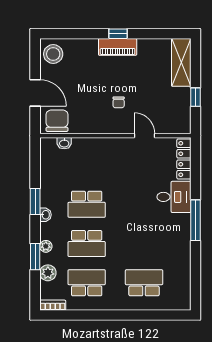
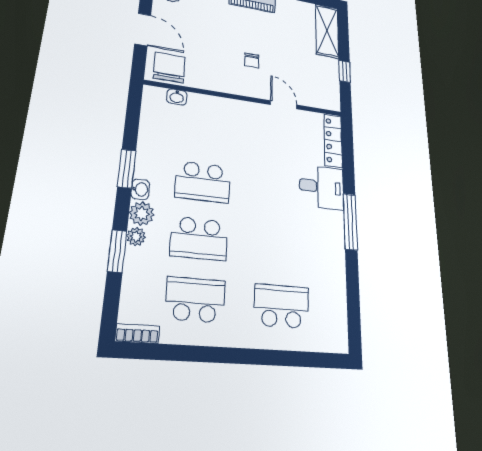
plant: (48, 273) -> (142, 214), moved

